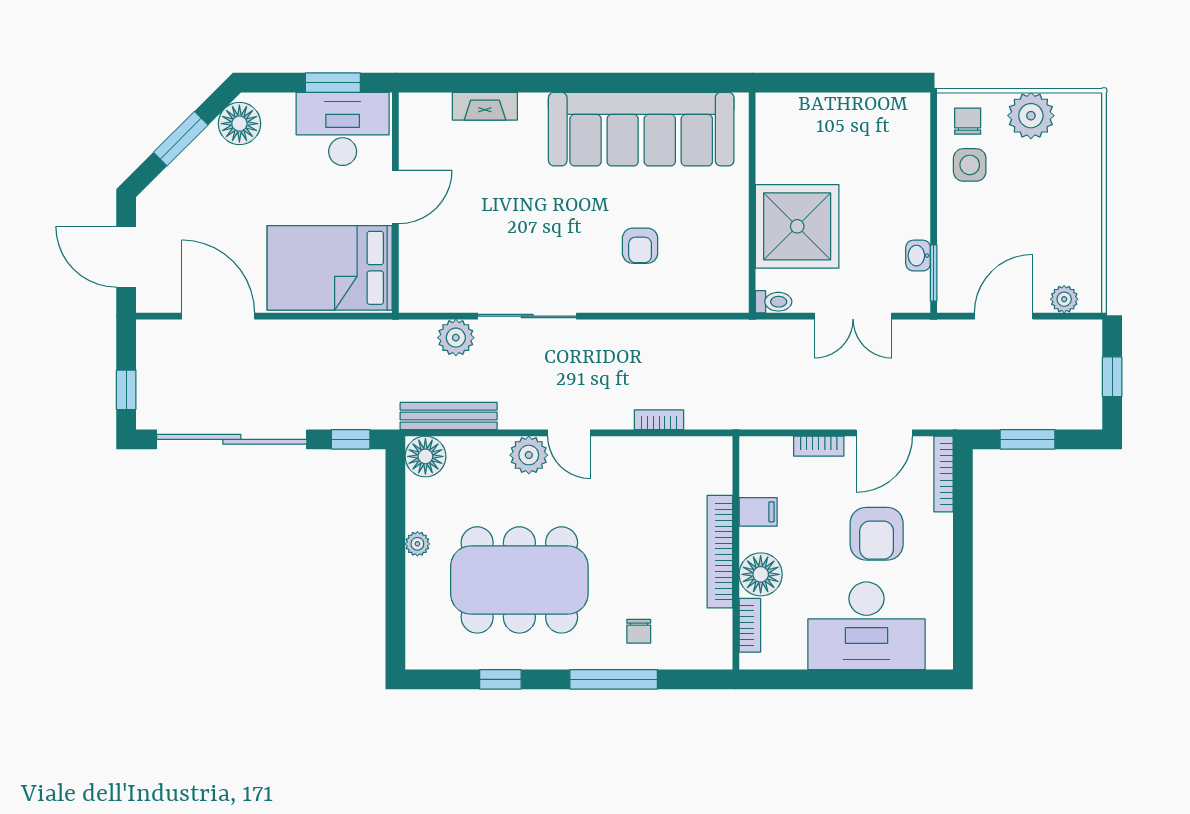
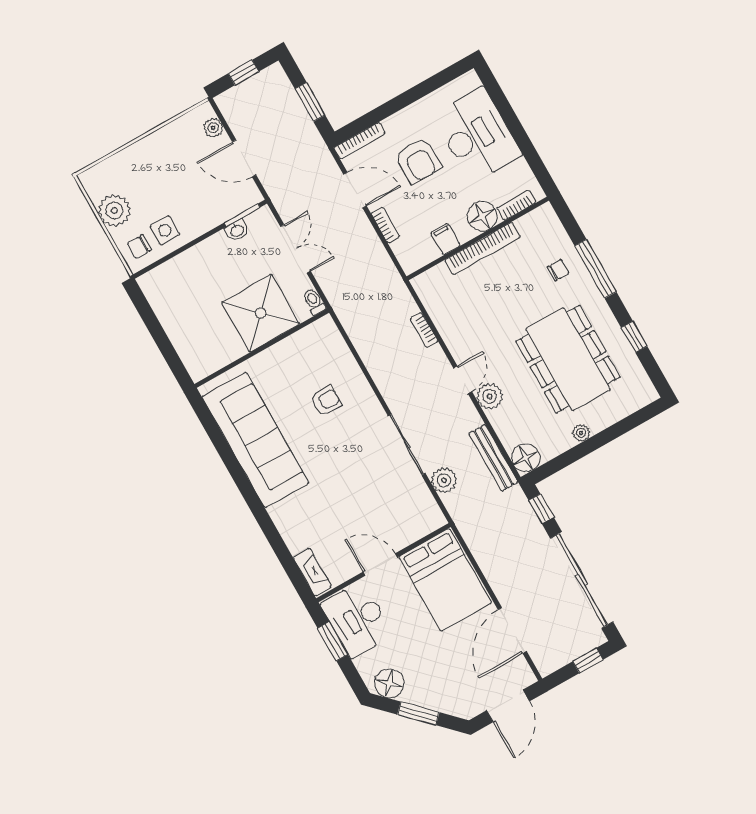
fireplace: (485, 106) -> (312, 572), moved
armchair: (877, 534) -> (418, 160), turned 90

